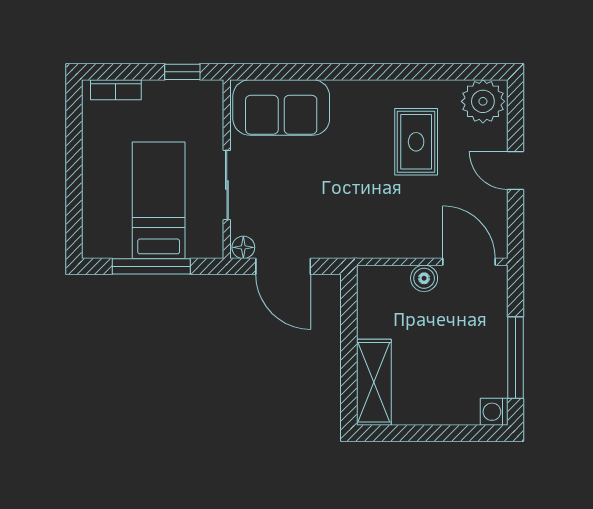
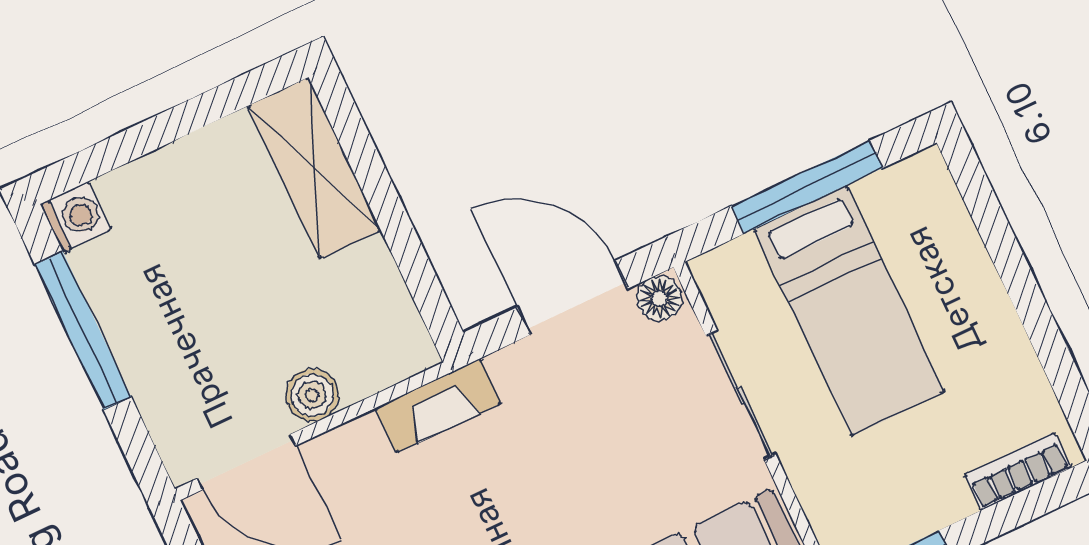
fireplace: (368, 246) -> (438, 406), added

